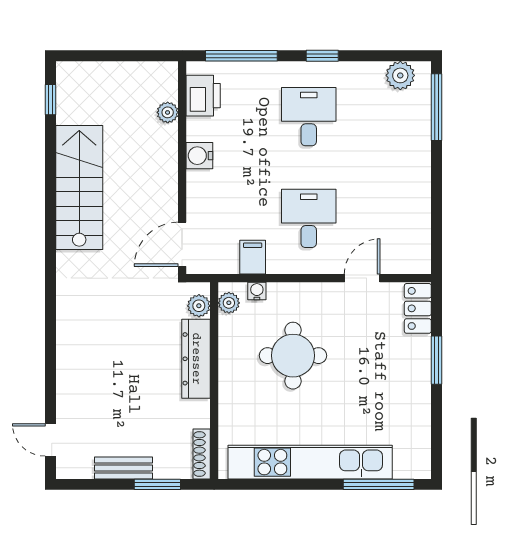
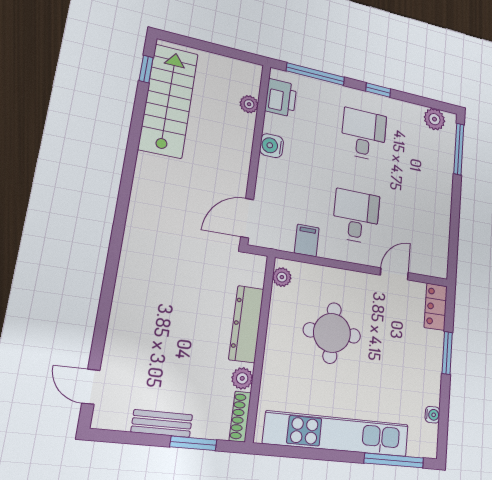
stairs: (79, 187) -> (168, 101), moved
water cooler: (257, 291) -> (433, 415), moved, turned 90
plant: (199, 306) -> (242, 378), moved

